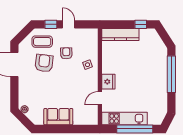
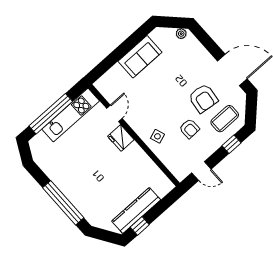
door: (69, 24) -> (201, 171), moved
kitchen counter: (120, 35) -> (136, 211), moved

